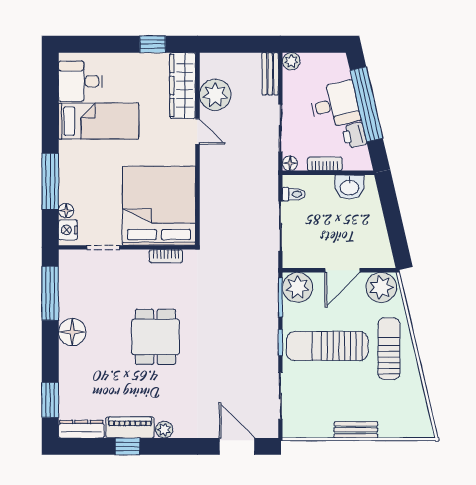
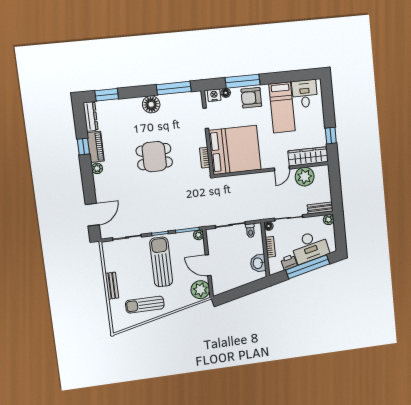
desk: (335, 105) -> (310, 247), width x1.37
armchair: (78, 170) -> (251, 98), added
plant: (298, 287) -> (198, 235), width x0.53, depth x0.53
sun lounger: (389, 349) -> (145, 305), moved, turned 180

